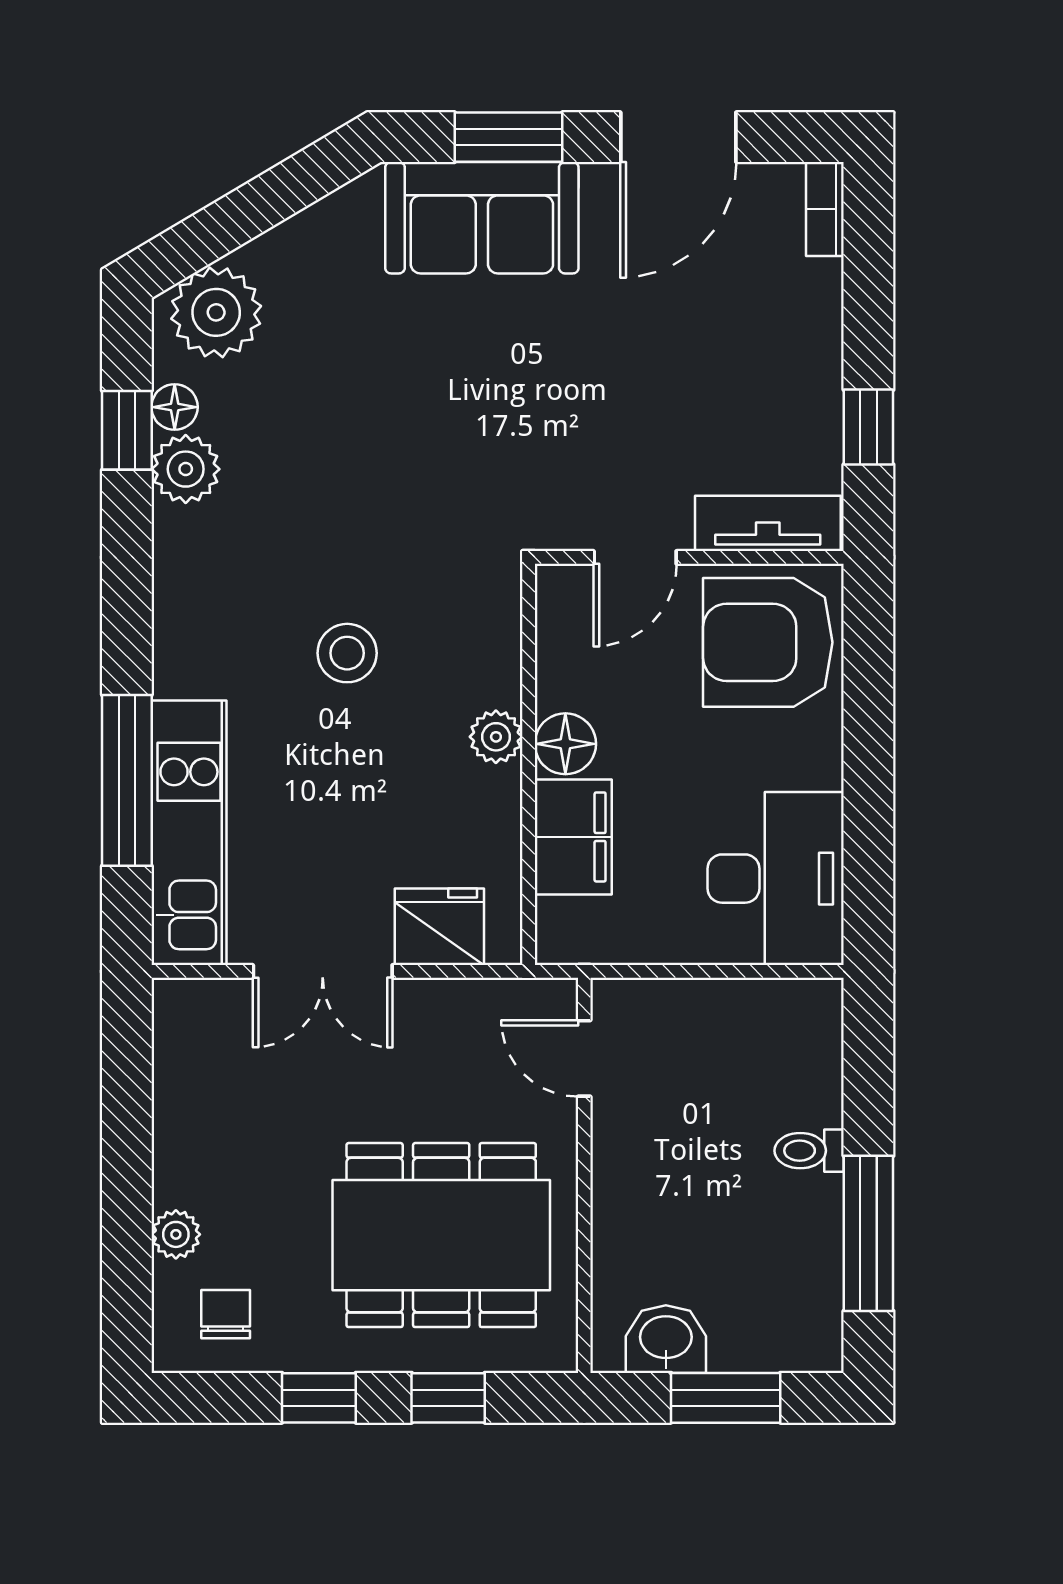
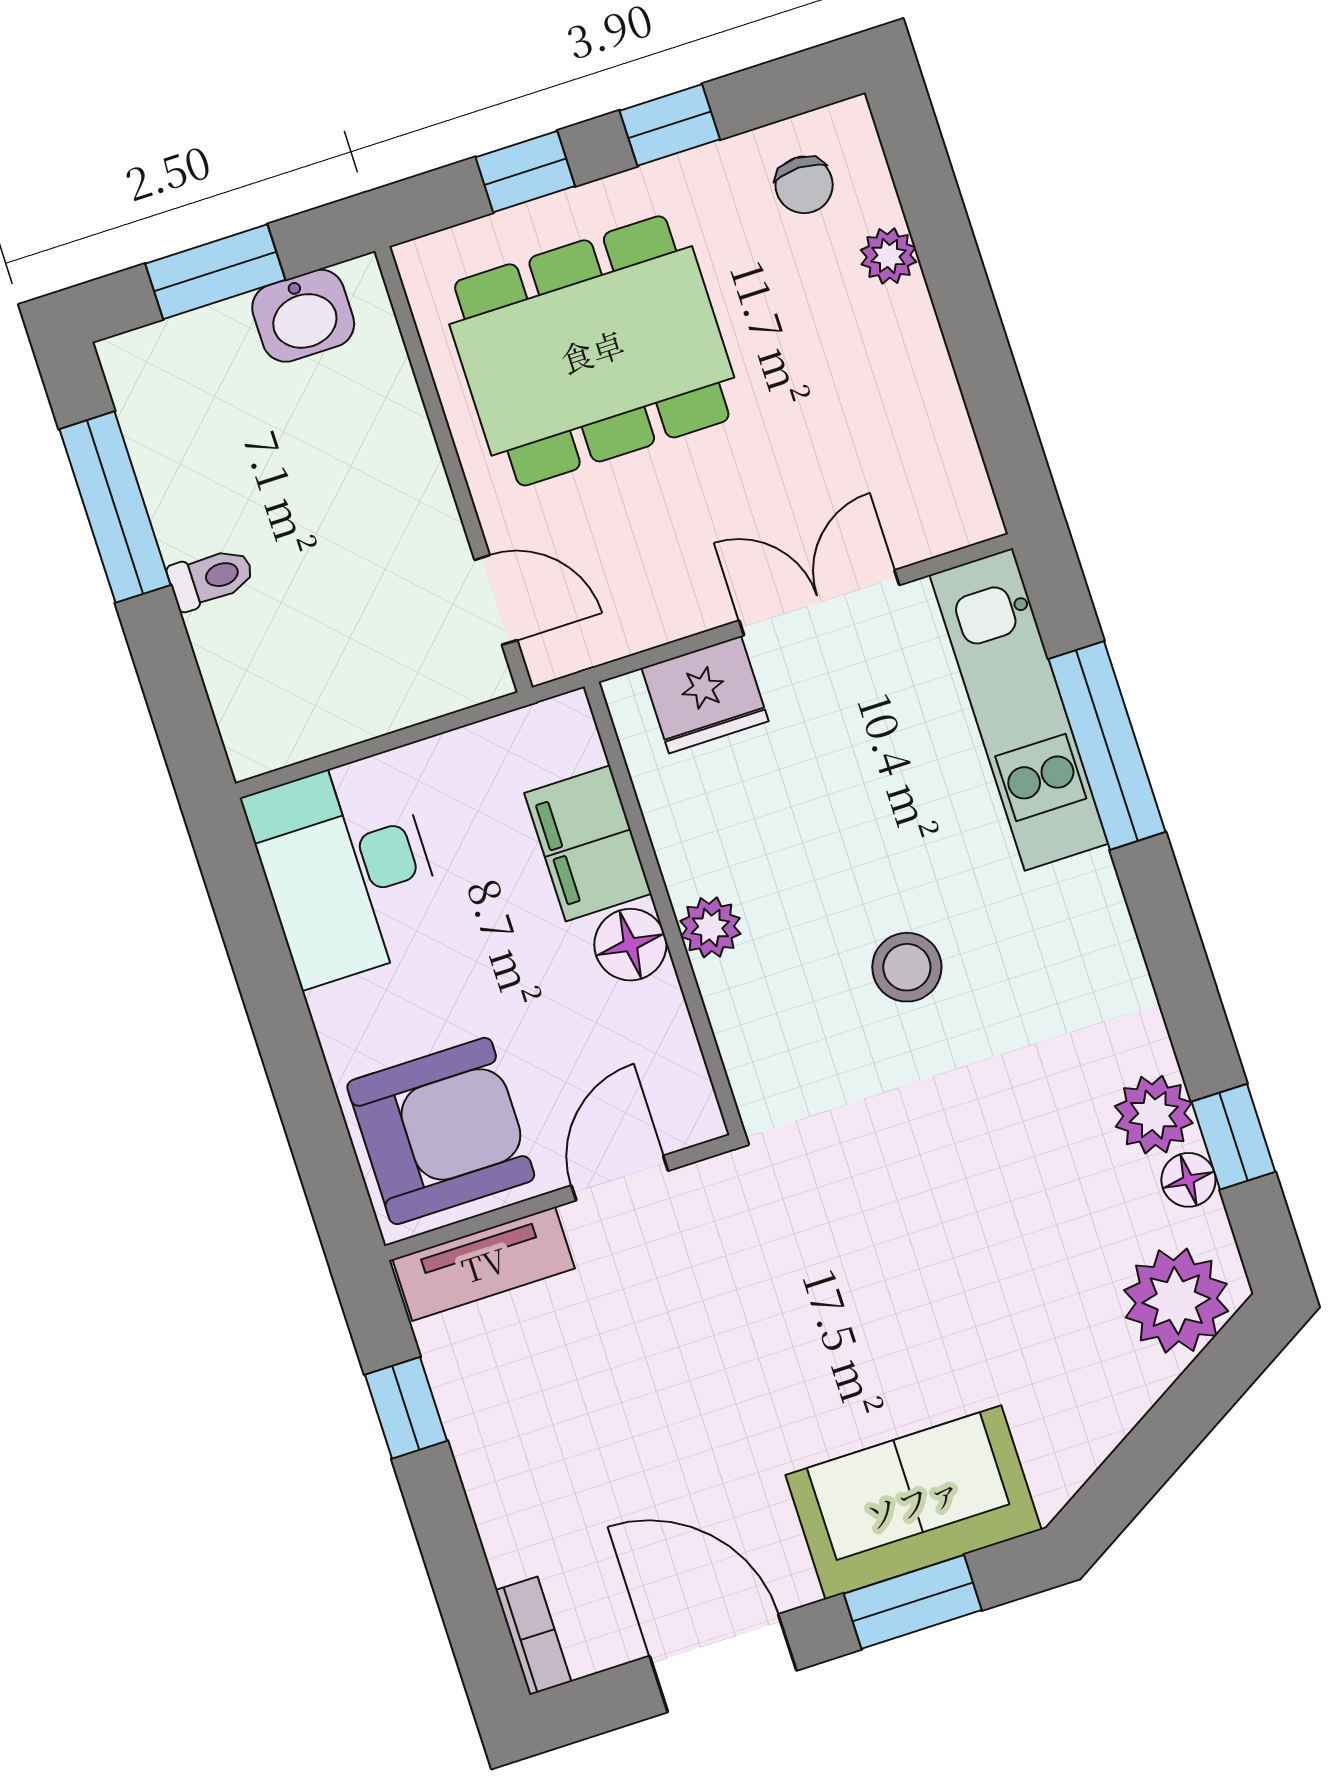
door: (678, 137) -> (723, 1663), hinge flipped

